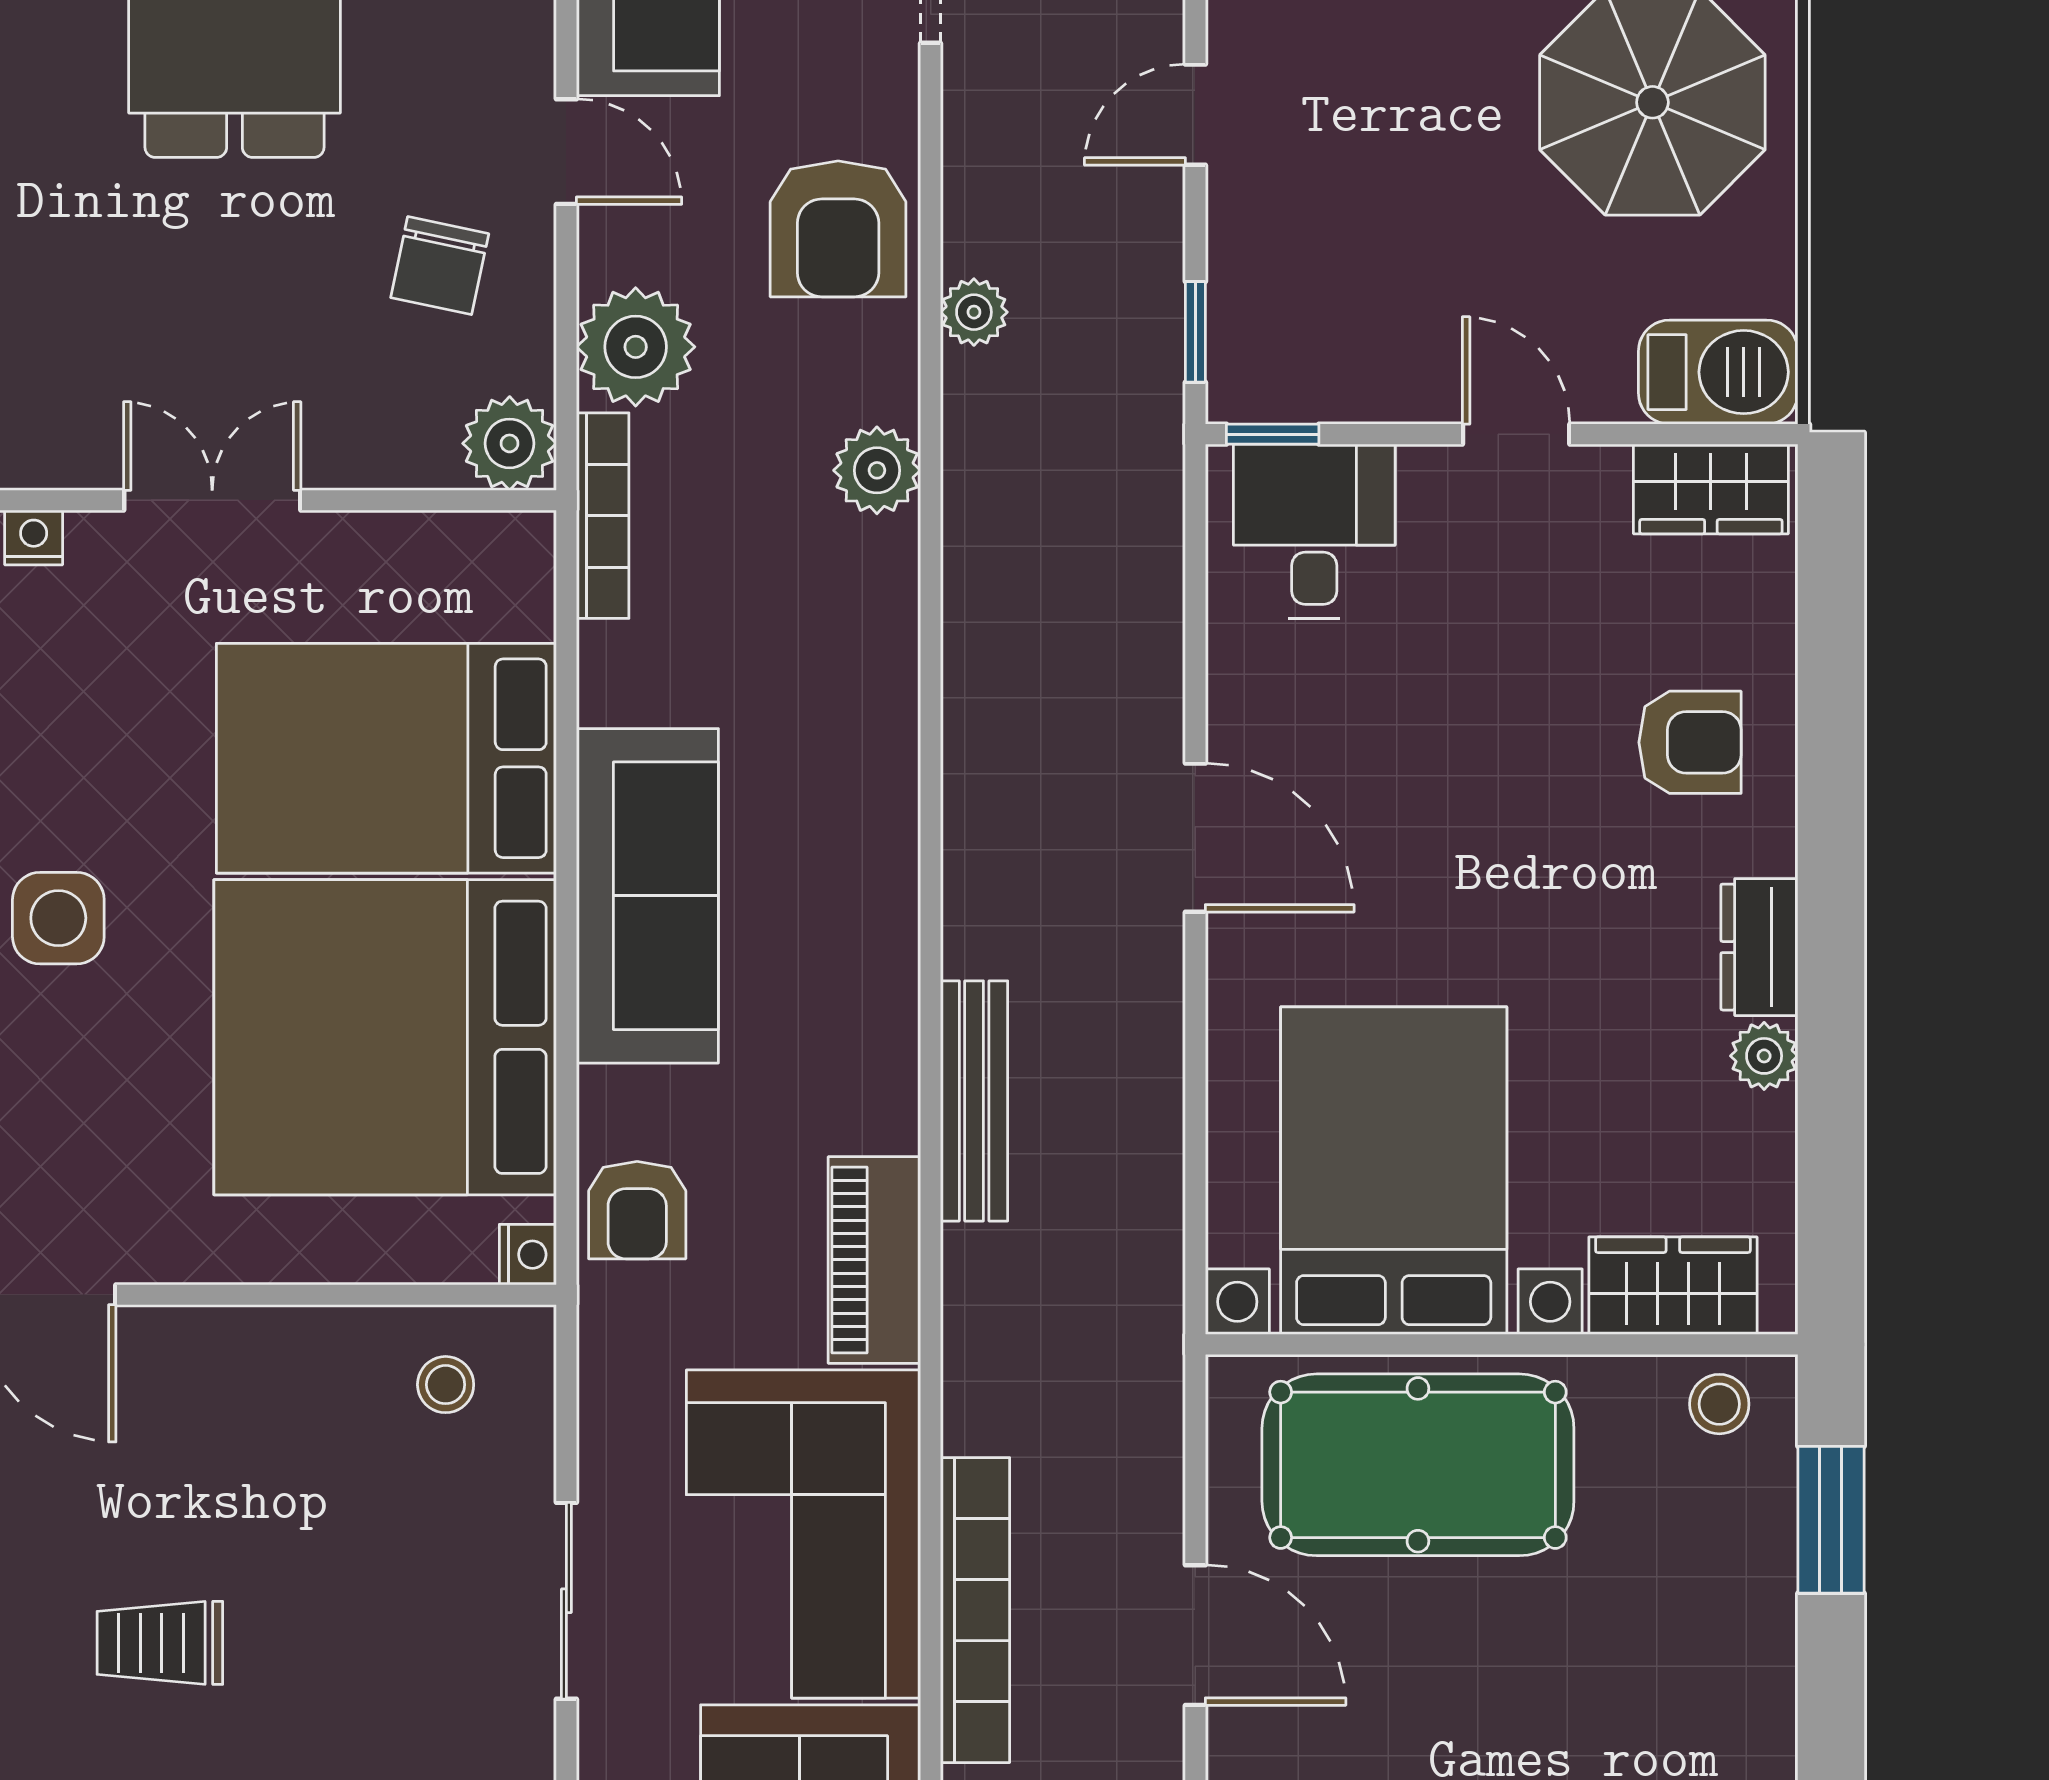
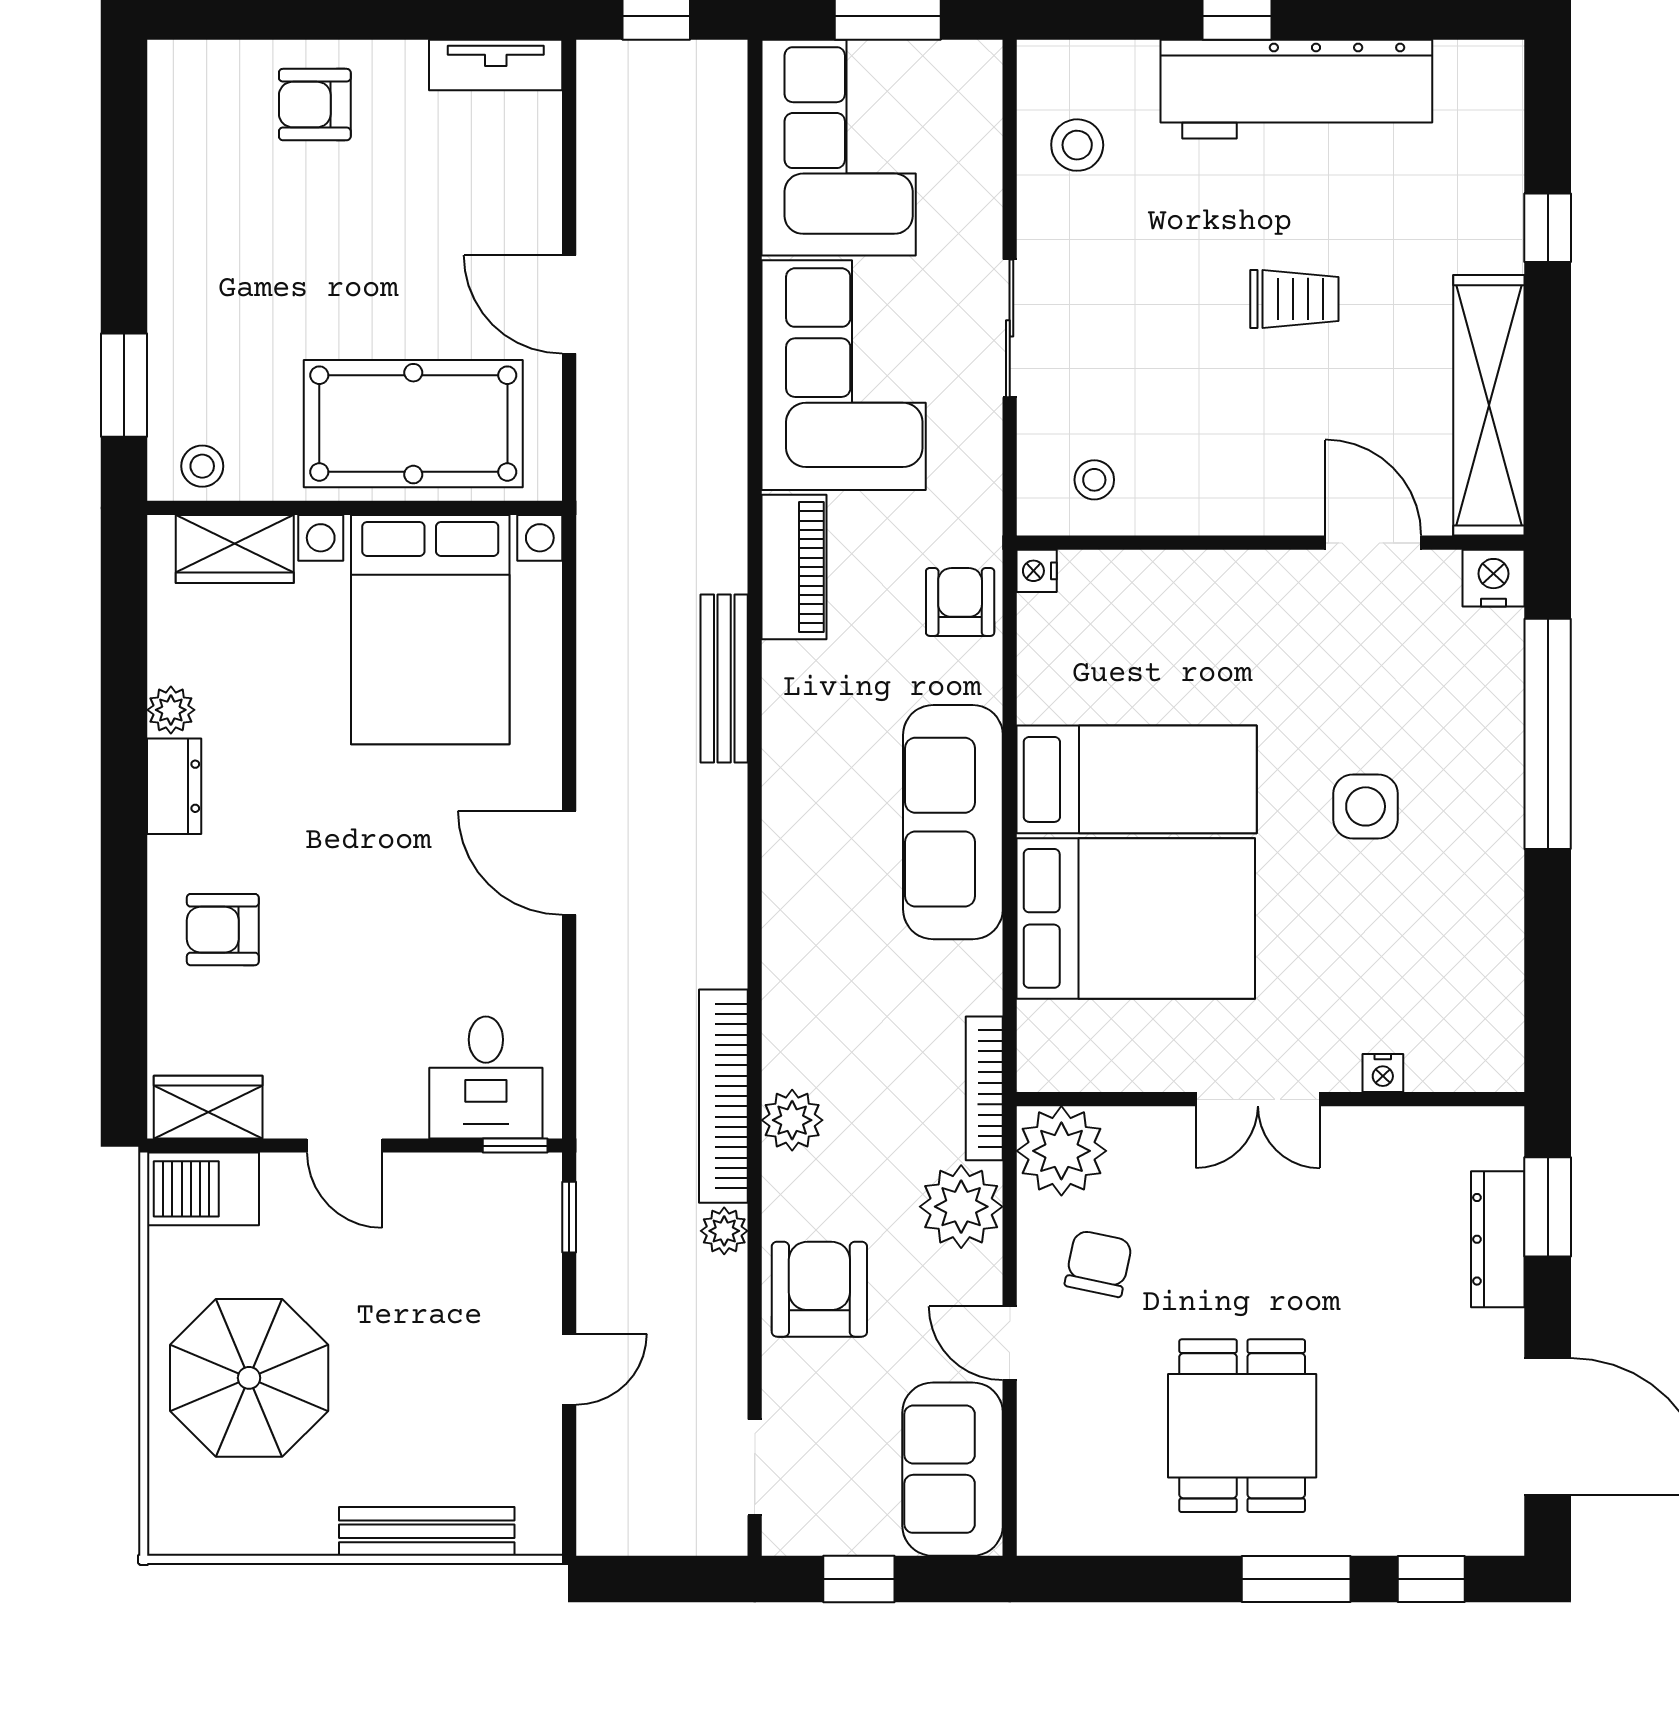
plant: (510, 443) -> (1061, 1151), width x1.36, depth x1.36
bed: (385, 1037) -> (1137, 779), width x0.49
bookcase: (975, 1610) -> (723, 1096), moved

